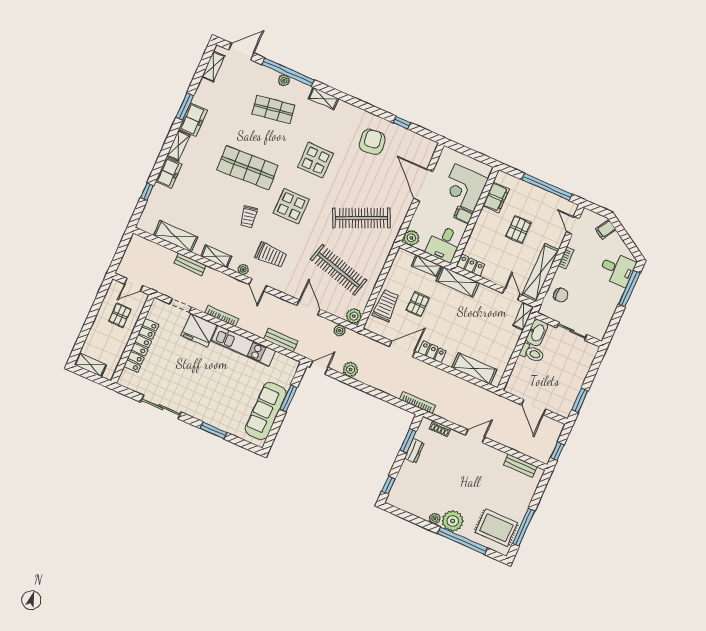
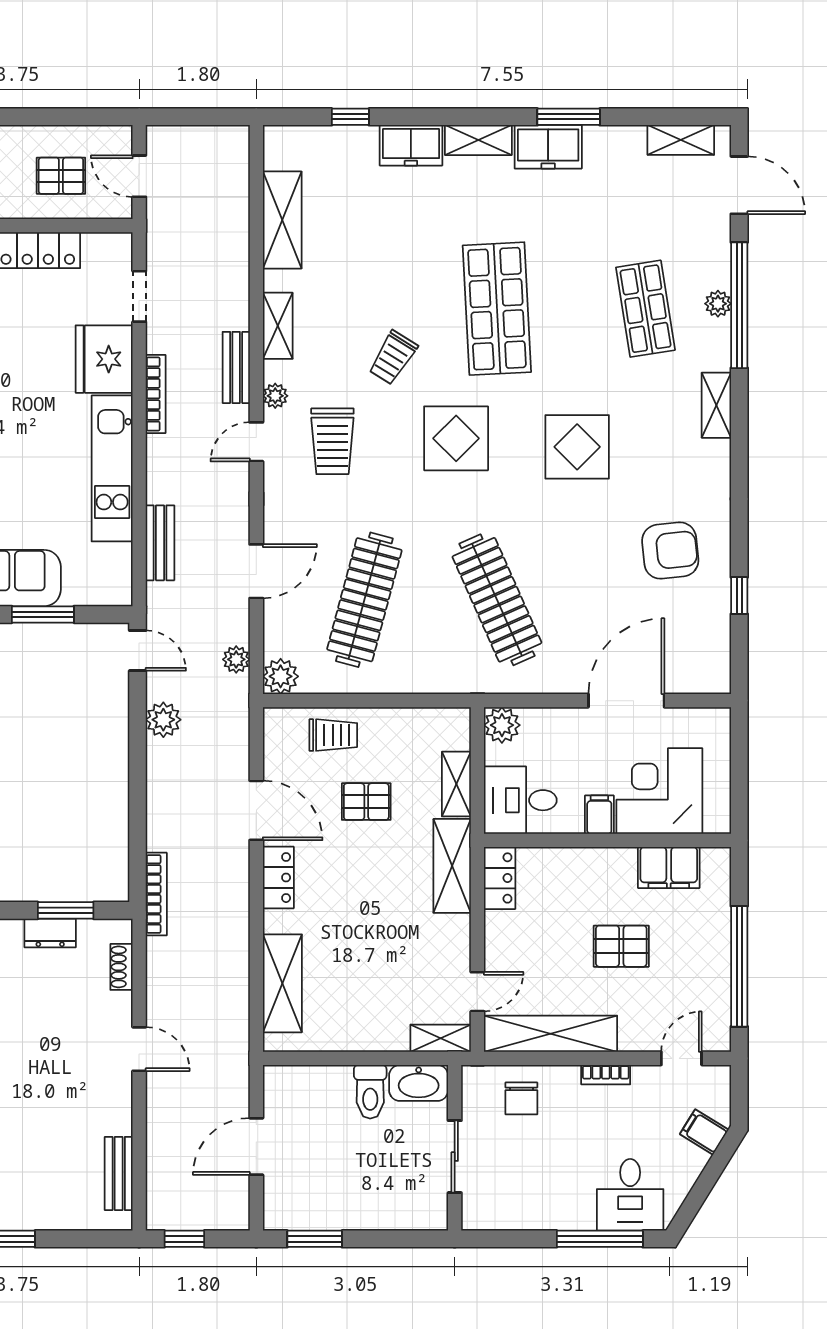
trolley: (249, 217) -> (393, 358), turned -48
bench: (190, 264) -> (236, 367), moved
trolley: (386, 306) -> (333, 735), width x0.73, depth x0.72

